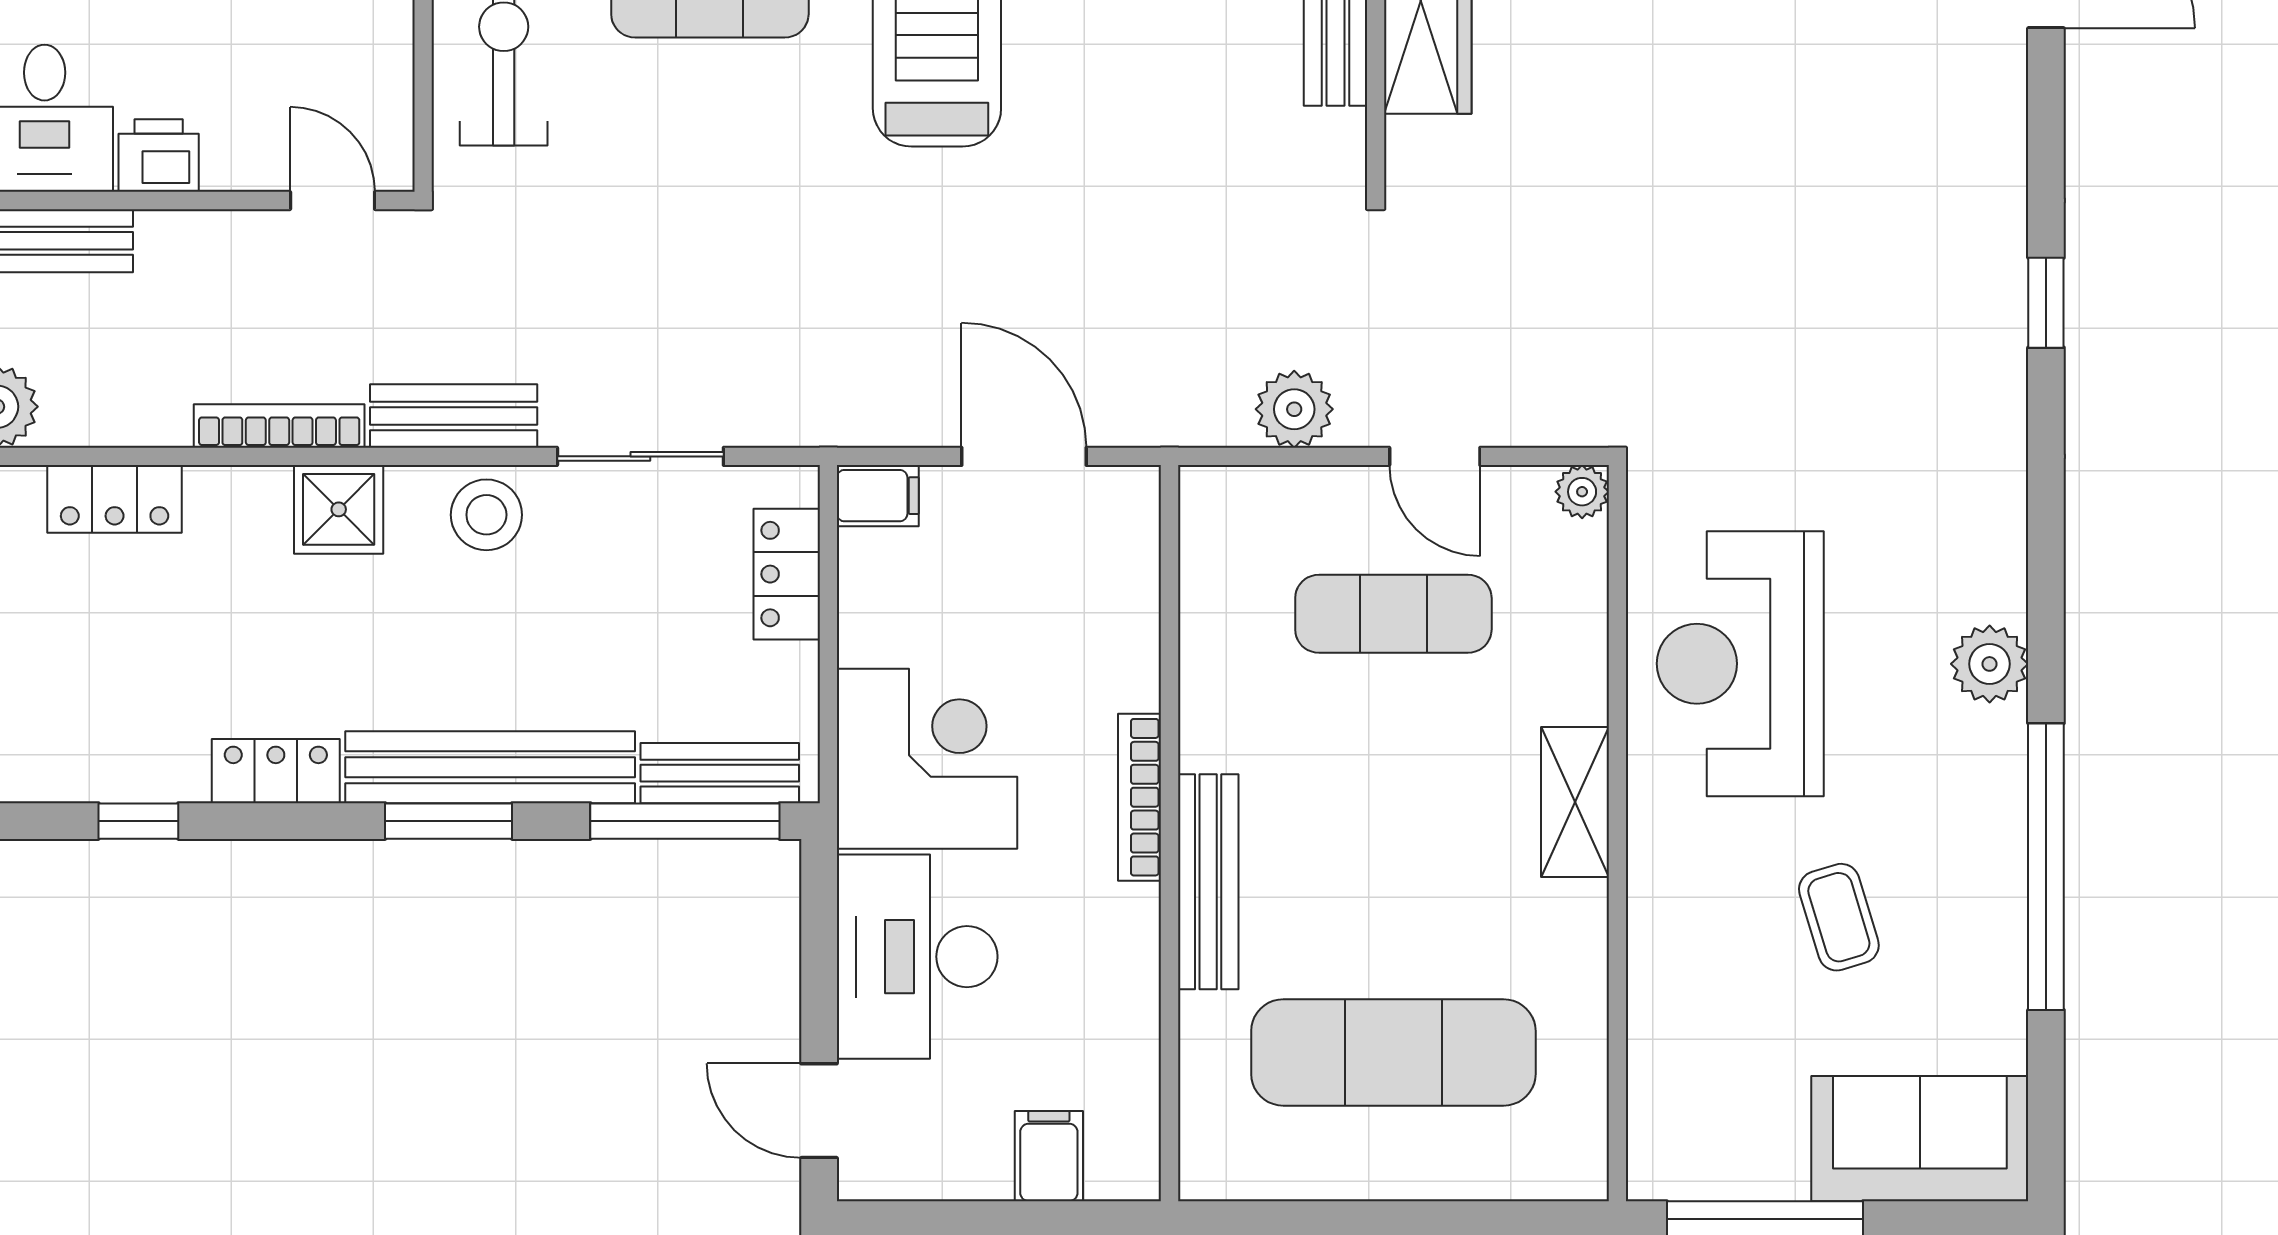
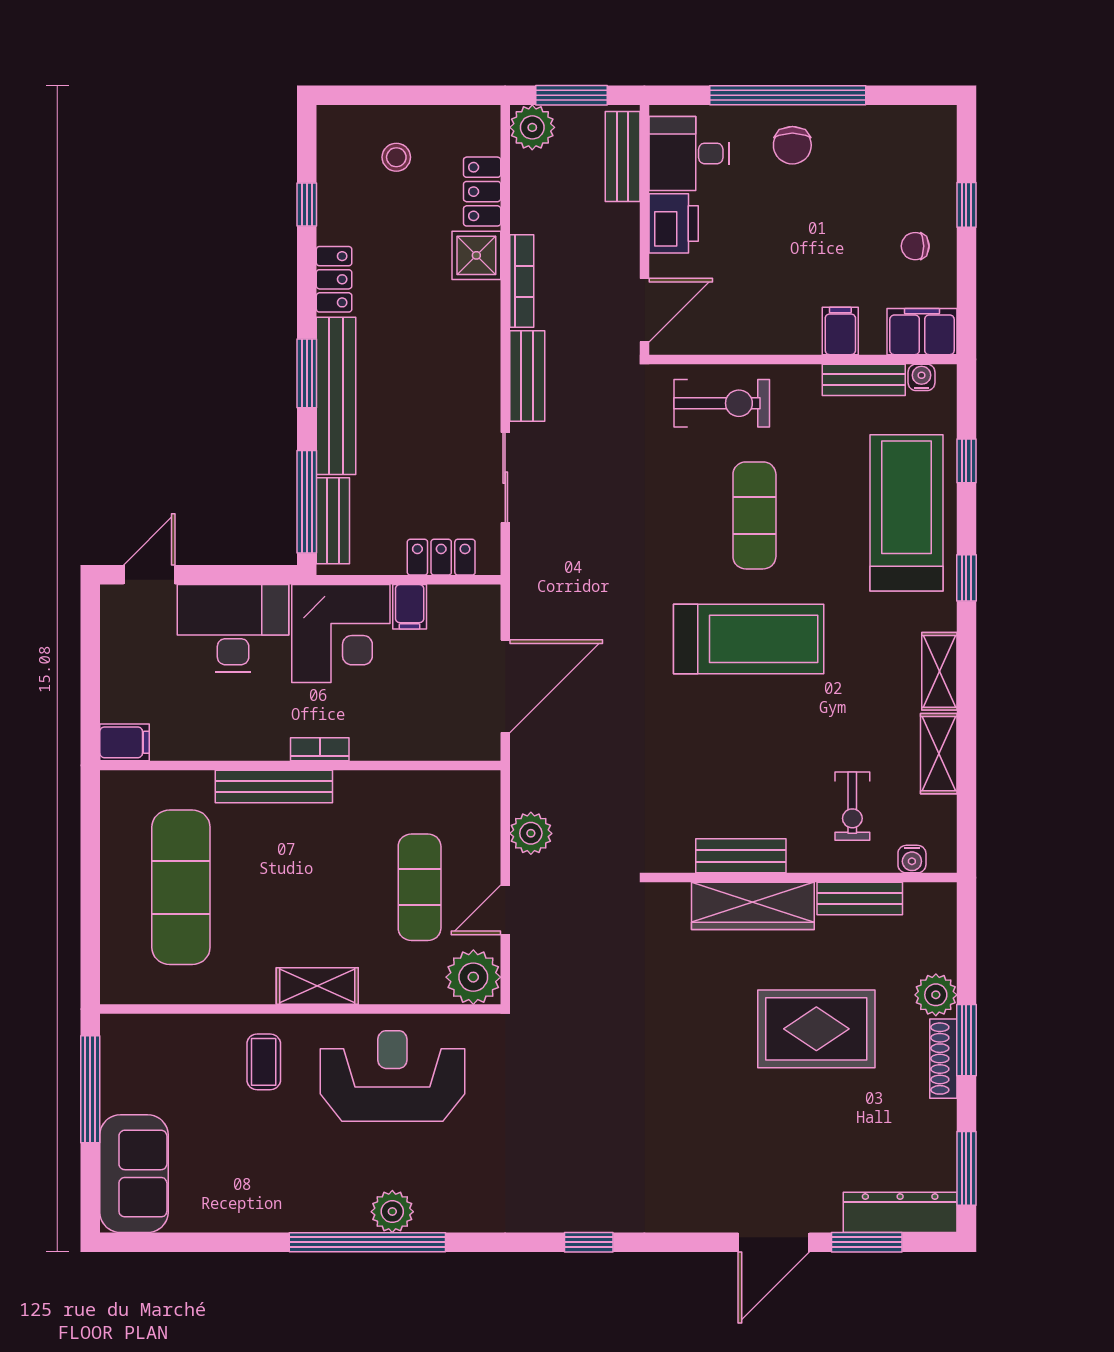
printer: (159, 156) -> (674, 223), width x1.36, depth x1.24
door: (333, 200) -> (644, 310), width x1.38
door: (1024, 456) -> (505, 686), width x1.36
plant: (1582, 492) -> (473, 977), width x1.87, depth x1.87
filing cabinet: (878, 496) -> (410, 607), moved
shower: (339, 509) -> (476, 255), moved
stool: (486, 515) -> (396, 157), moved, width x0.73, depth x0.73
bookcase: (1140, 797) -> (320, 749), width x0.64
window: (2046, 867) -> (367, 1242), moved
coffee table: (1839, 917) -> (264, 1062), moved, turned -73
filing cabinet: (1049, 1156) -> (125, 742), moved

